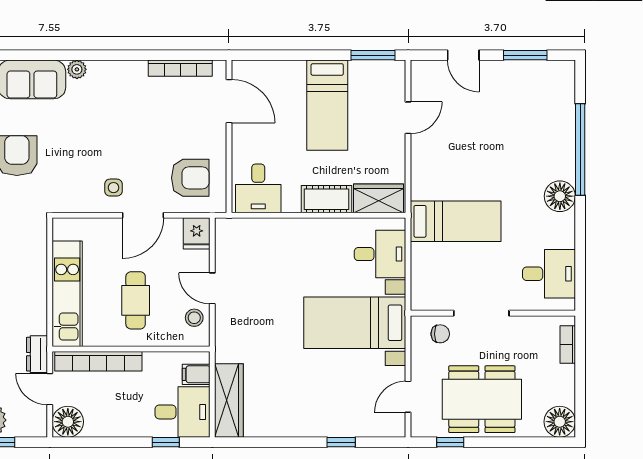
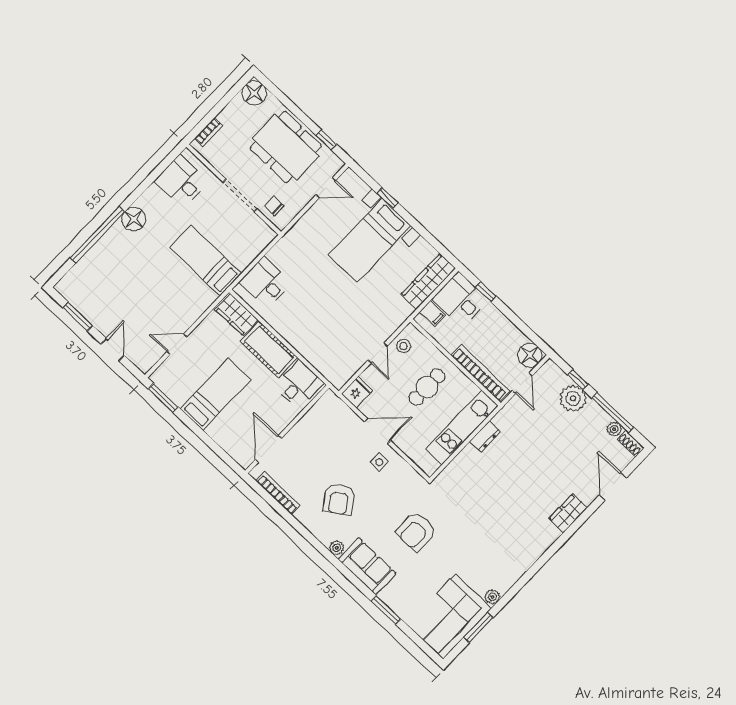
armchair: (190, 178) -> (339, 499), moved, turned -125
cot: (327, 199) -> (269, 350), width x1.37, depth x1.34
bed with nightstands: (355, 323) -> (370, 240), moved, turned 90
dresser: (37, 354) -> (485, 437), moved

